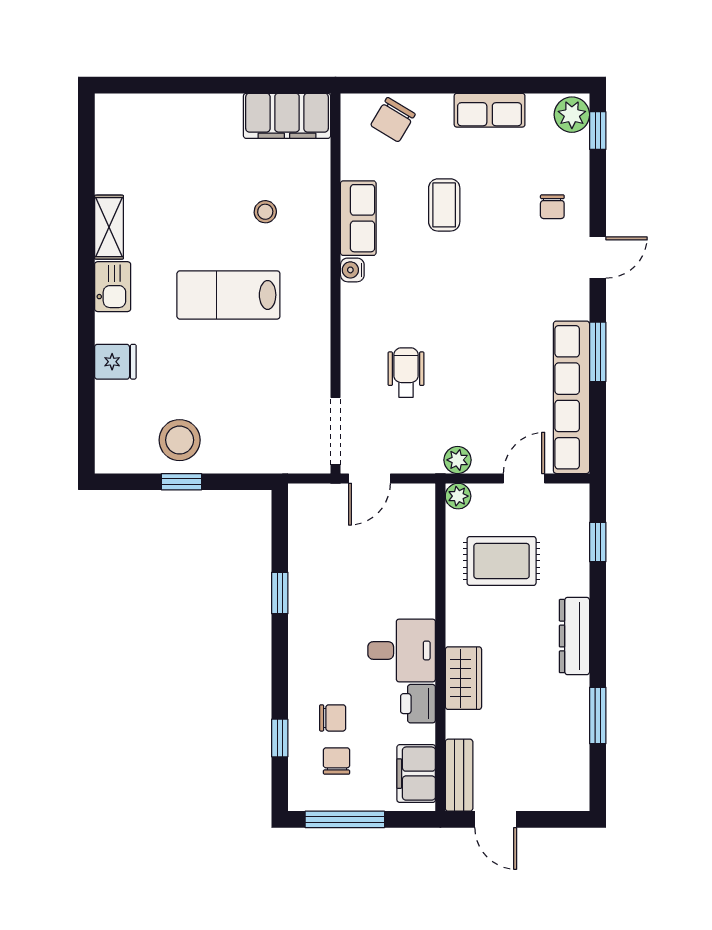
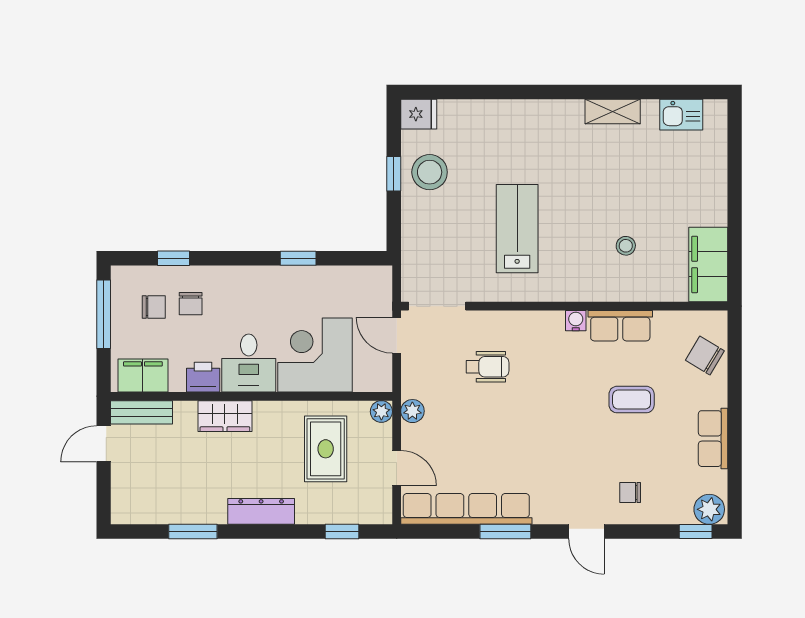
kitchen sink: (113, 287) -> (681, 115), moved
lab bench: (228, 295) -> (517, 229), moved
fridge: (115, 362) -> (419, 114), moved, turned -90
corner desk: (392, 573) -> (315, 355), added

